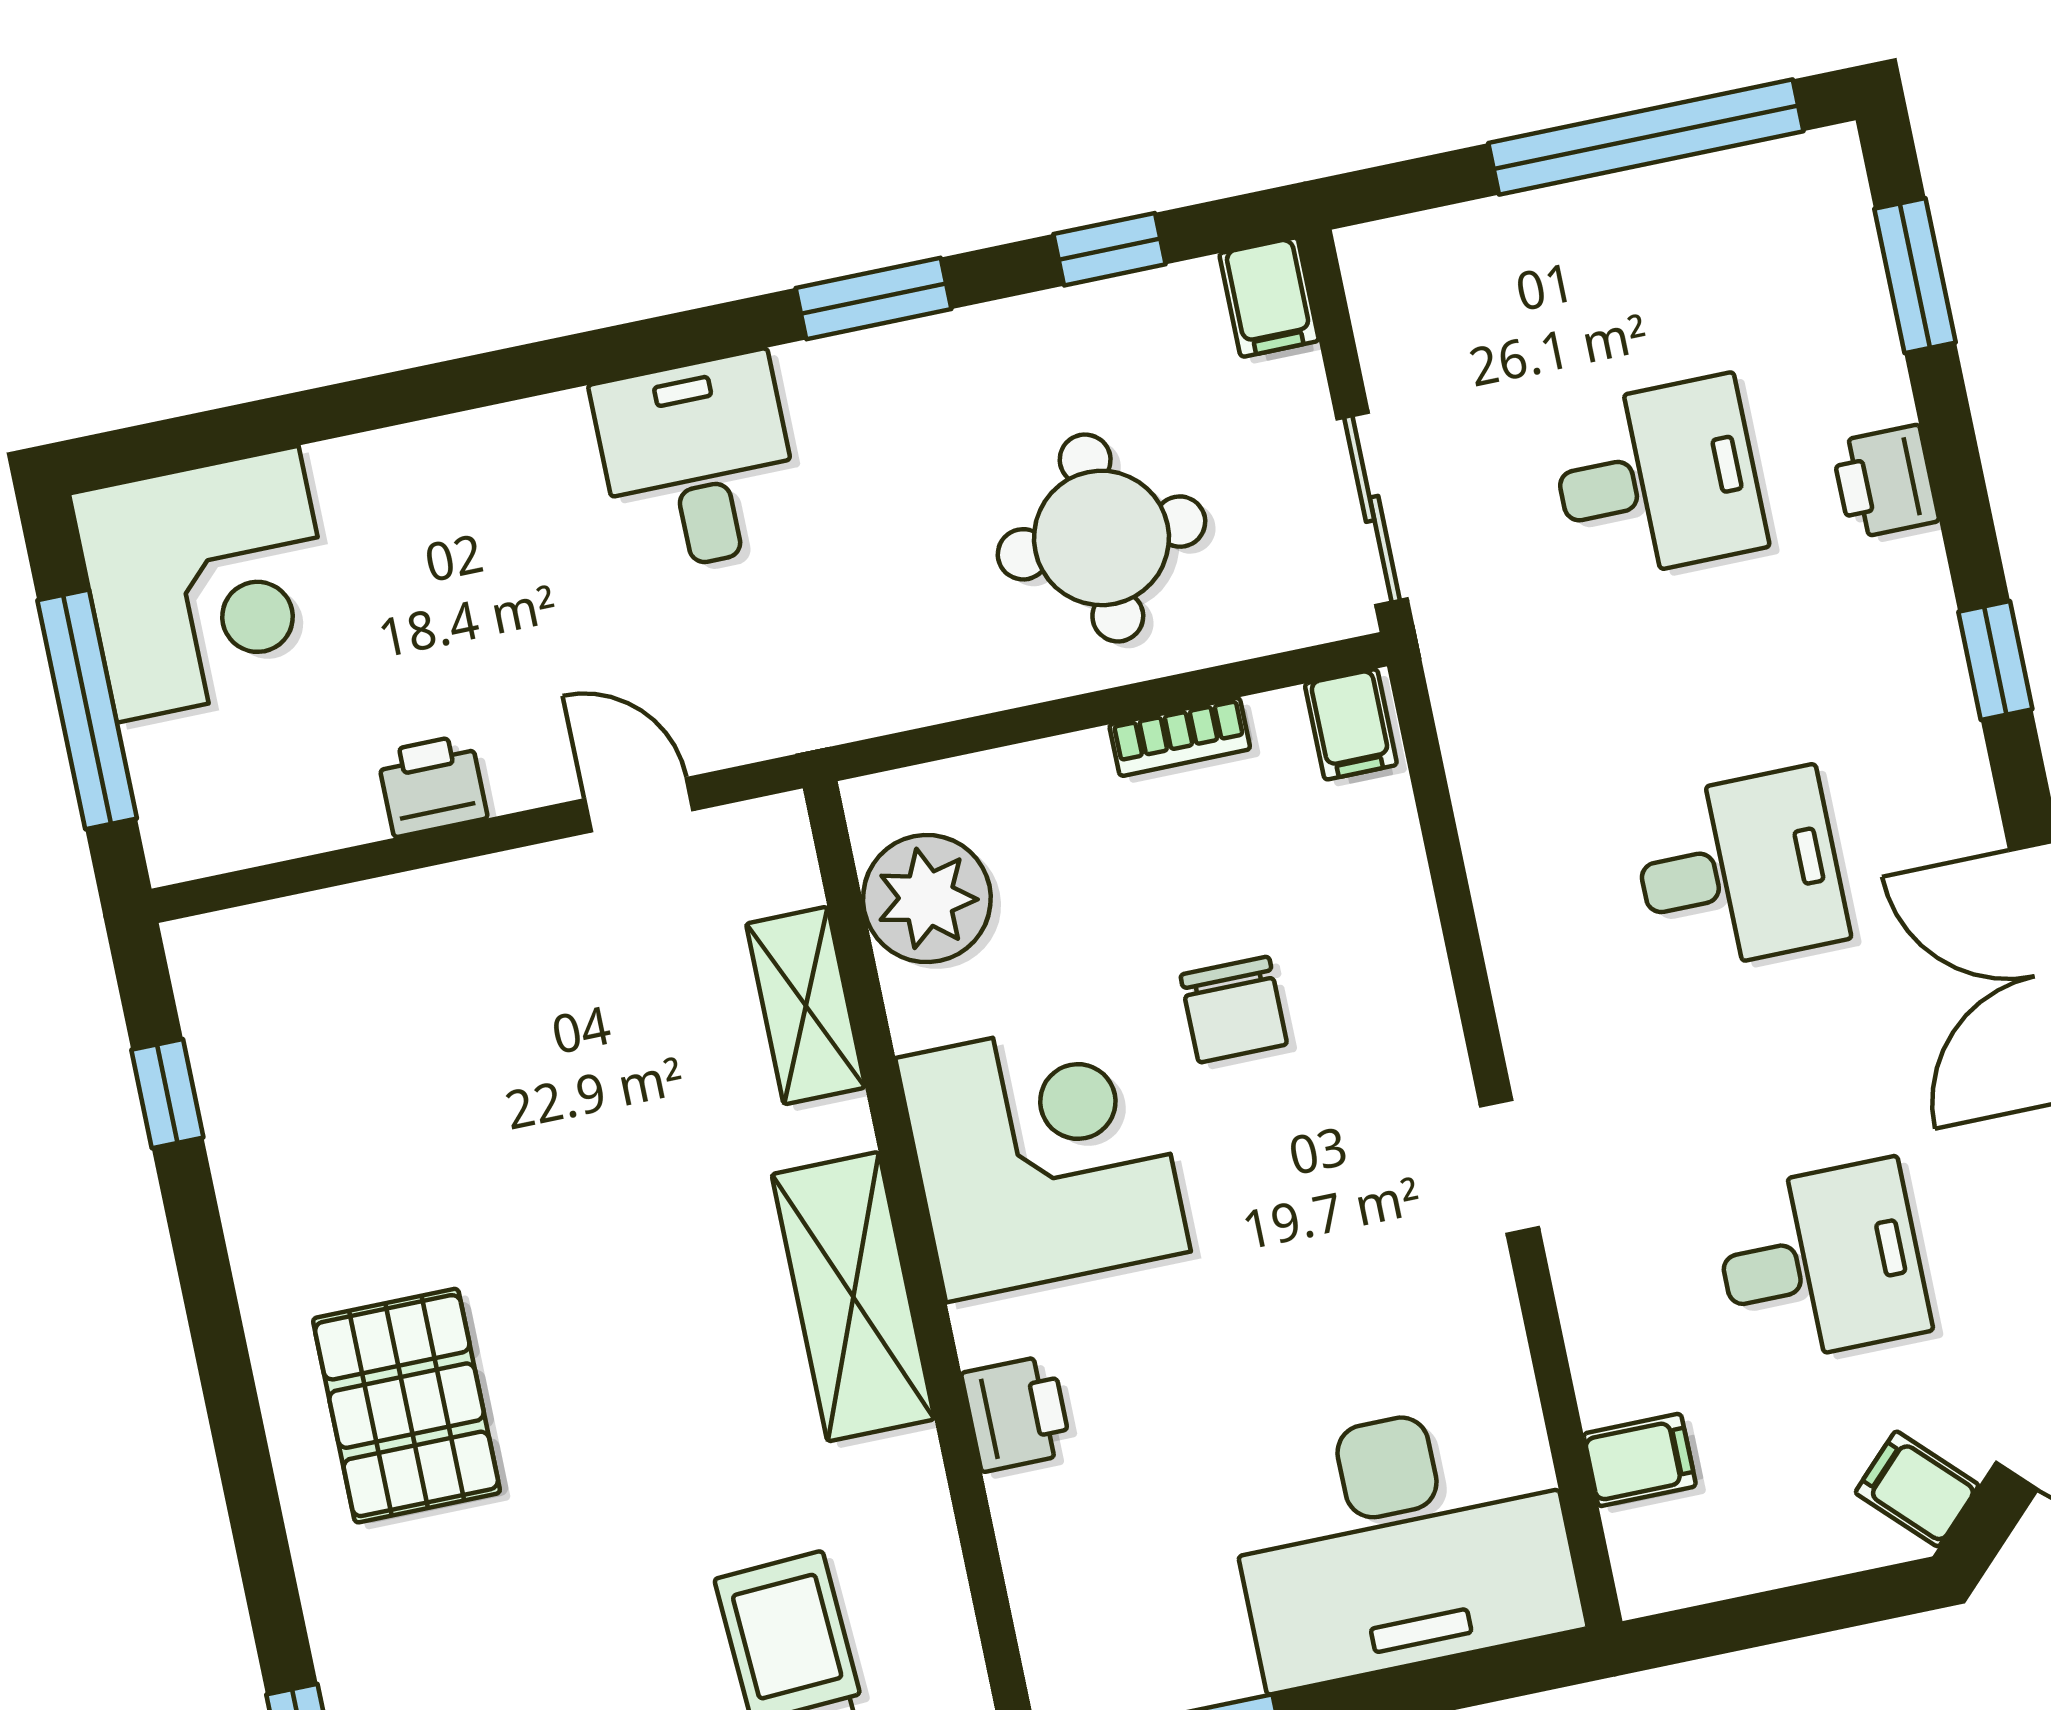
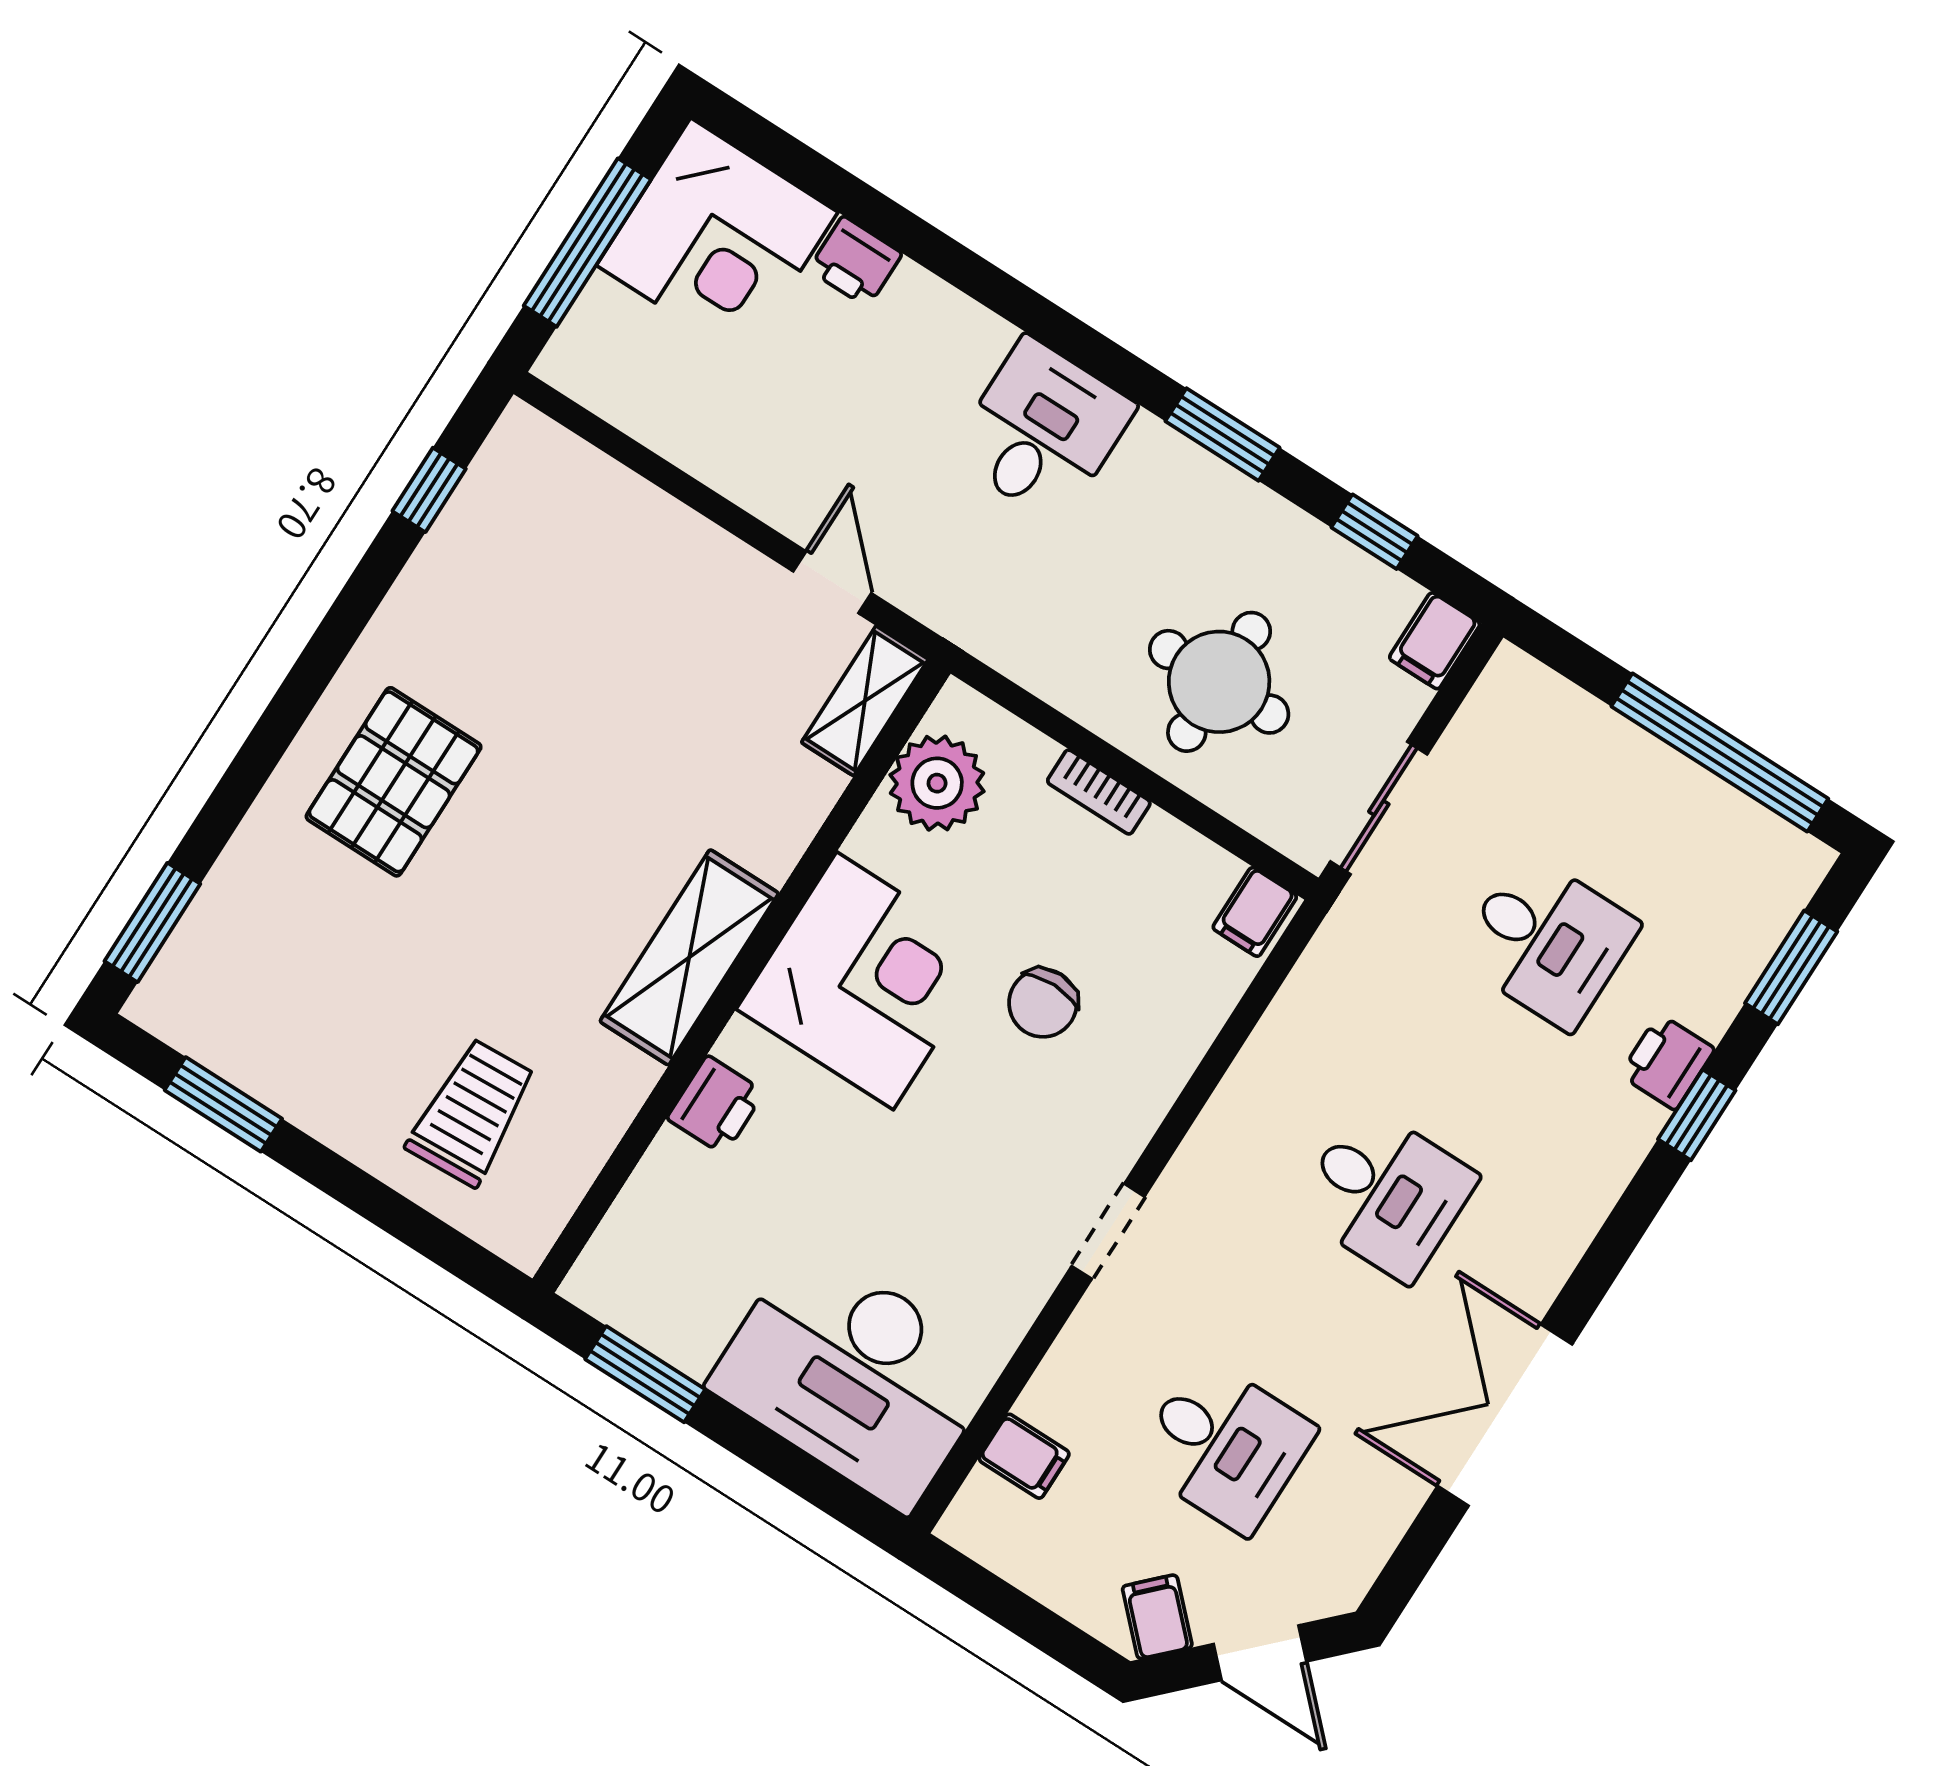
window: (1995, 661) -> (1697, 1115), moved
bookcase: (1180, 737) -> (1099, 792), moved
printer: (432, 785) -> (855, 262), moved, turned 180
shelving: (806, 1006) -> (865, 701), moved

